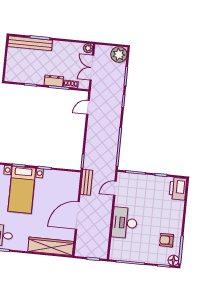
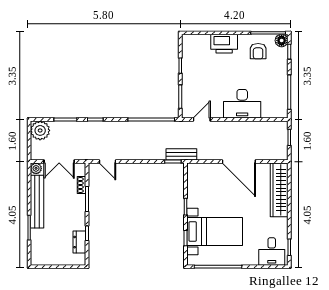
bench: (30, 43) -> (37, 202), moved
dresser: (54, 81) -> (79, 242), moved
bench: (87, 182) -> (181, 154), moved
door: (115, 188) -> (202, 120), swing flipped
printer: (178, 189) -> (224, 44), moved

